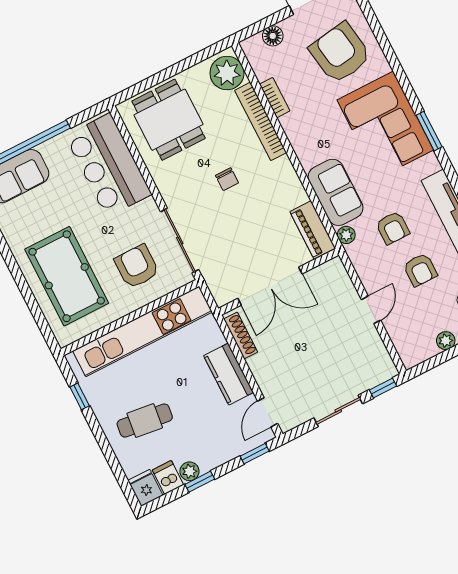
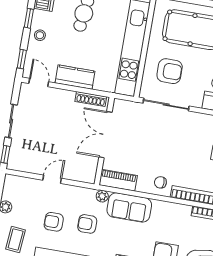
chair: (227, 179) -> (160, 182), moved
door: (371, 310) -> (52, 179), swing flipped
stool: (210, 453) -> (40, 35), added
plant: (189, 471) -> (39, 17), removed

